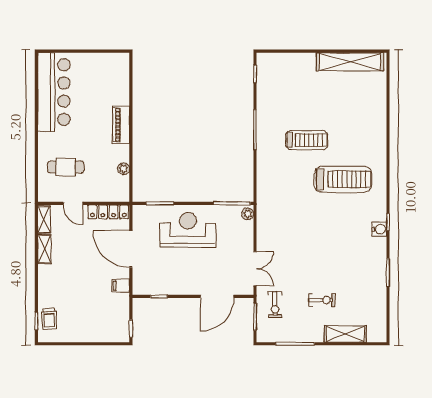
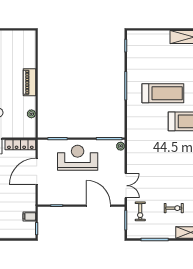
treadmill: (307, 140) -> (163, 93), width x1.37, depth x1.37
door: (131, 249) -> (37, 171), hinge flipped
filing cabinet: (121, 286) -> (29, 216), moved
door: (217, 296) -> (98, 206), swing flipped

